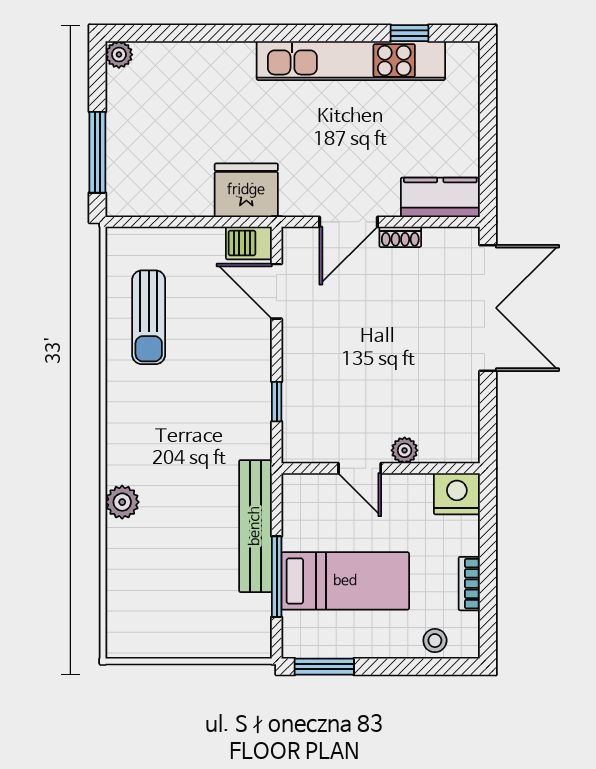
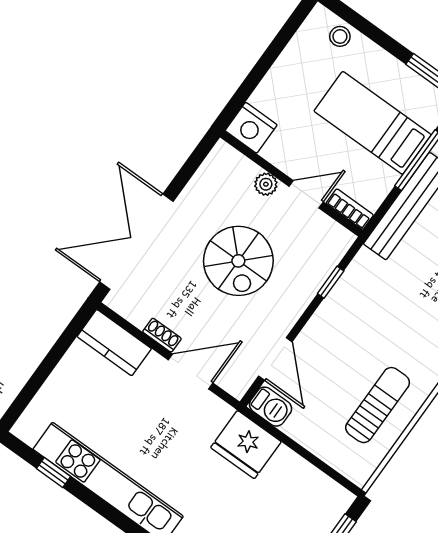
spiral stairs: (378, 359) -> (238, 261), added
door: (360, 468) -> (306, 194), hinge flipped
bookcase: (469, 584) -> (350, 209), moved, turned -90

